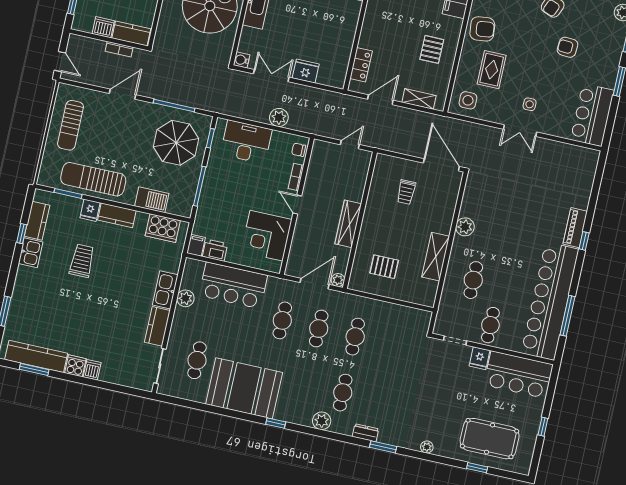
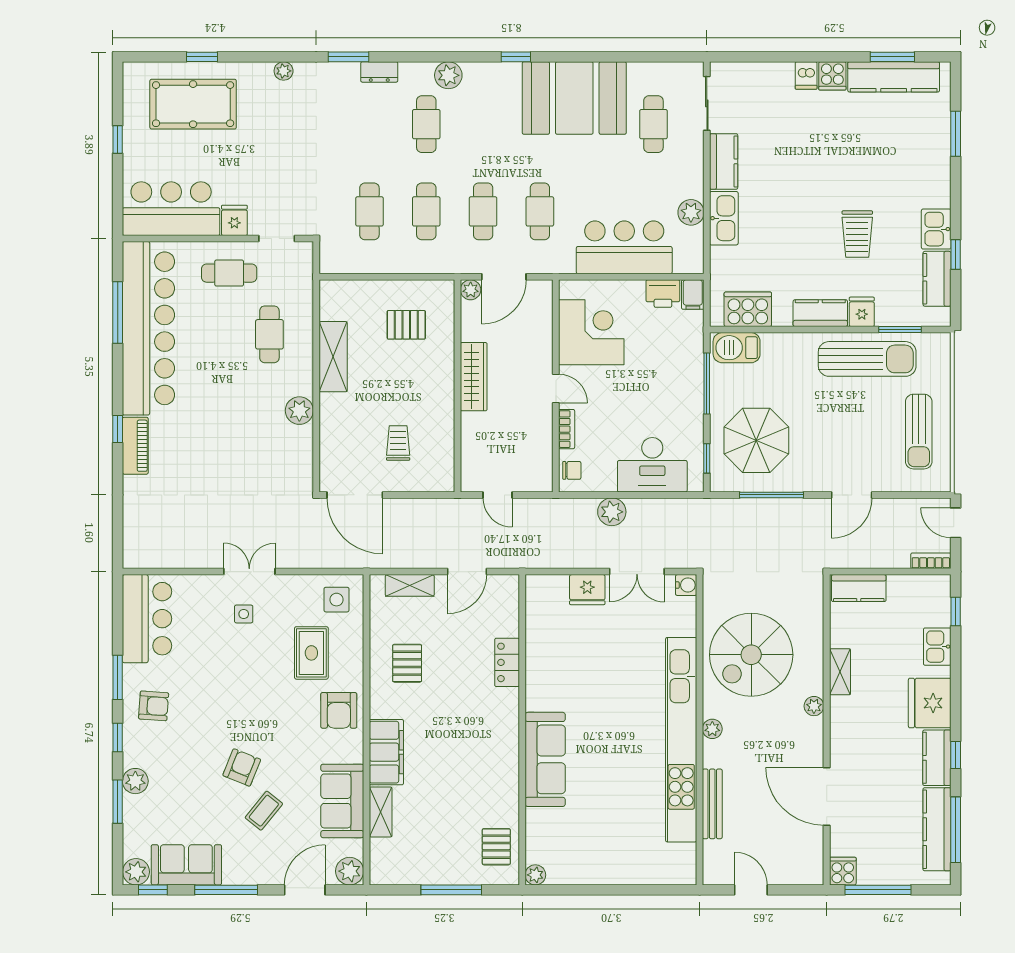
dishwasher: (103, 27) -> (902, 588), removed
armchair: (482, 29) -> (339, 710), turned -84
armchair: (568, 47) -> (154, 706), moved
bookcase: (119, 49) -> (931, 561), moved
locker: (361, 65) -> (507, 662), moved
sun lounger: (71, 125) -> (919, 432), turned 180
door: (350, 145) -> (498, 495), hinge flipped
barbecue: (152, 200) -> (737, 348), moved
cafe table: (490, 325) -> (229, 273), turned 90
cafe table: (392, 345) -> (369, 211), added

